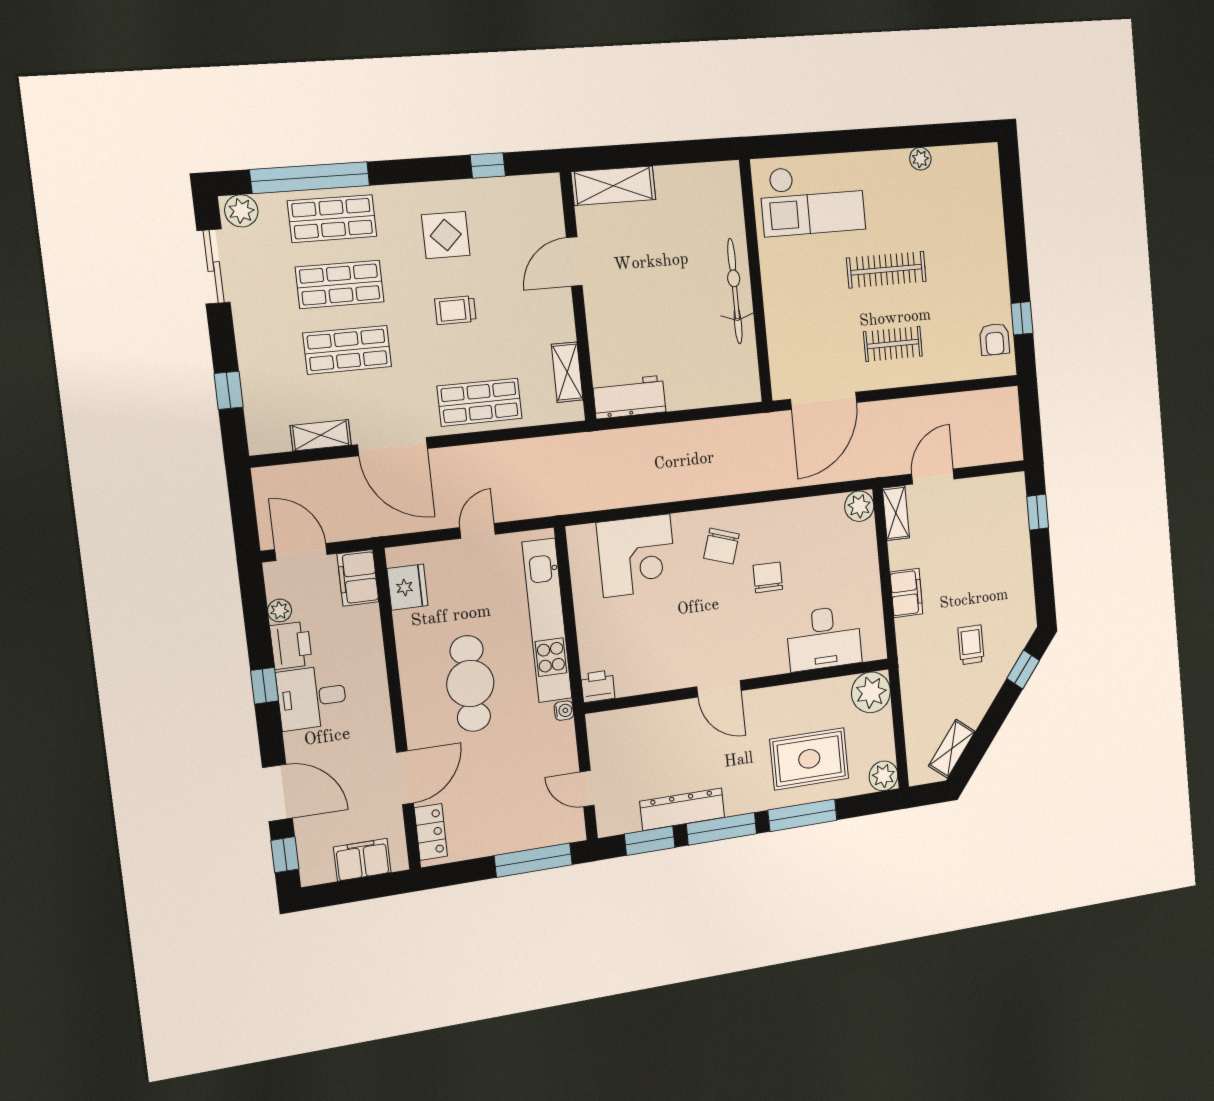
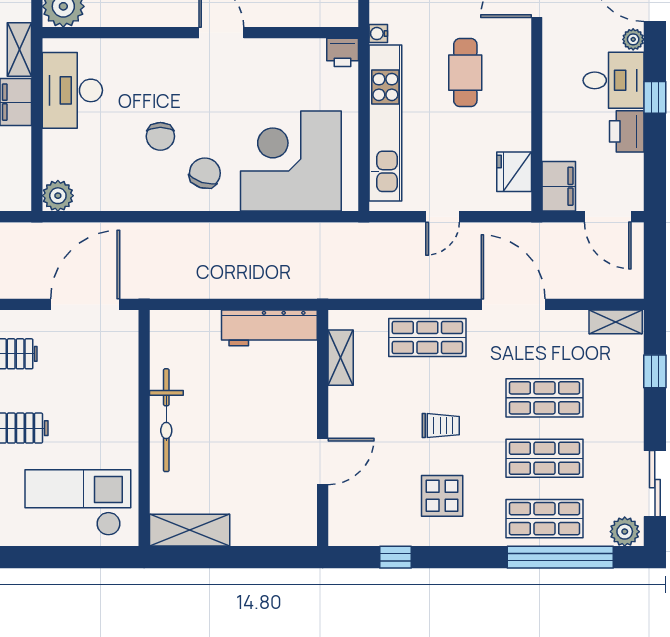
shelving: (613, 186) -> (190, 530), moved
workbench: (629, 397) -> (269, 328), width x1.38
shelving: (321, 435) -> (616, 322), moved
shelving: (896, 513) -> (19, 50), moved
corner desk: (637, 556) -> (291, 161), width x1.36, depth x1.36
plant: (280, 611) -> (633, 39), moved
desk: (824, 638) -> (72, 90), moved, turned -90
cafe table: (470, 684) -> (465, 73), width x0.73, depth x0.74

